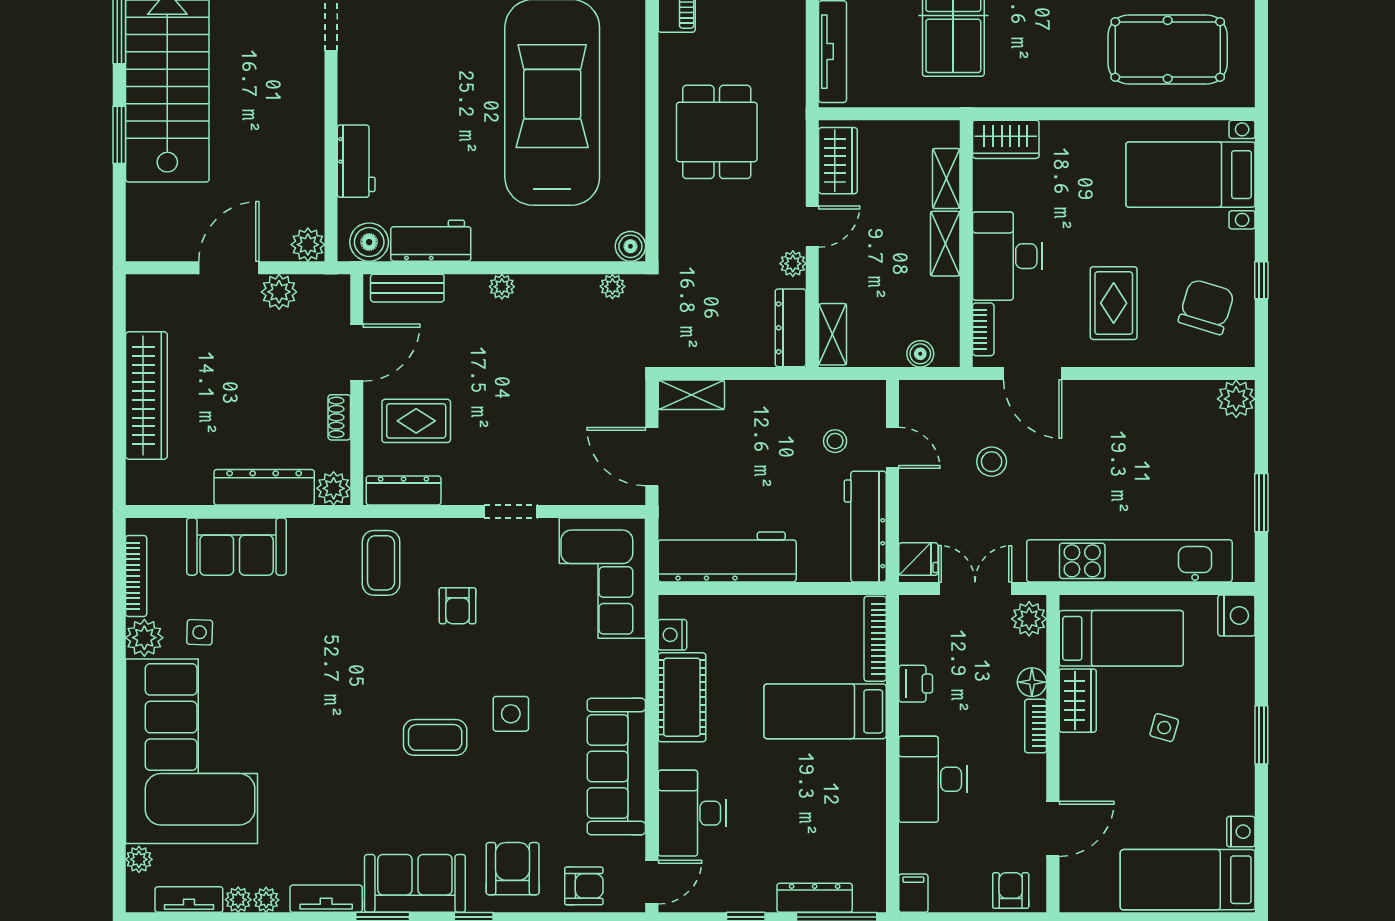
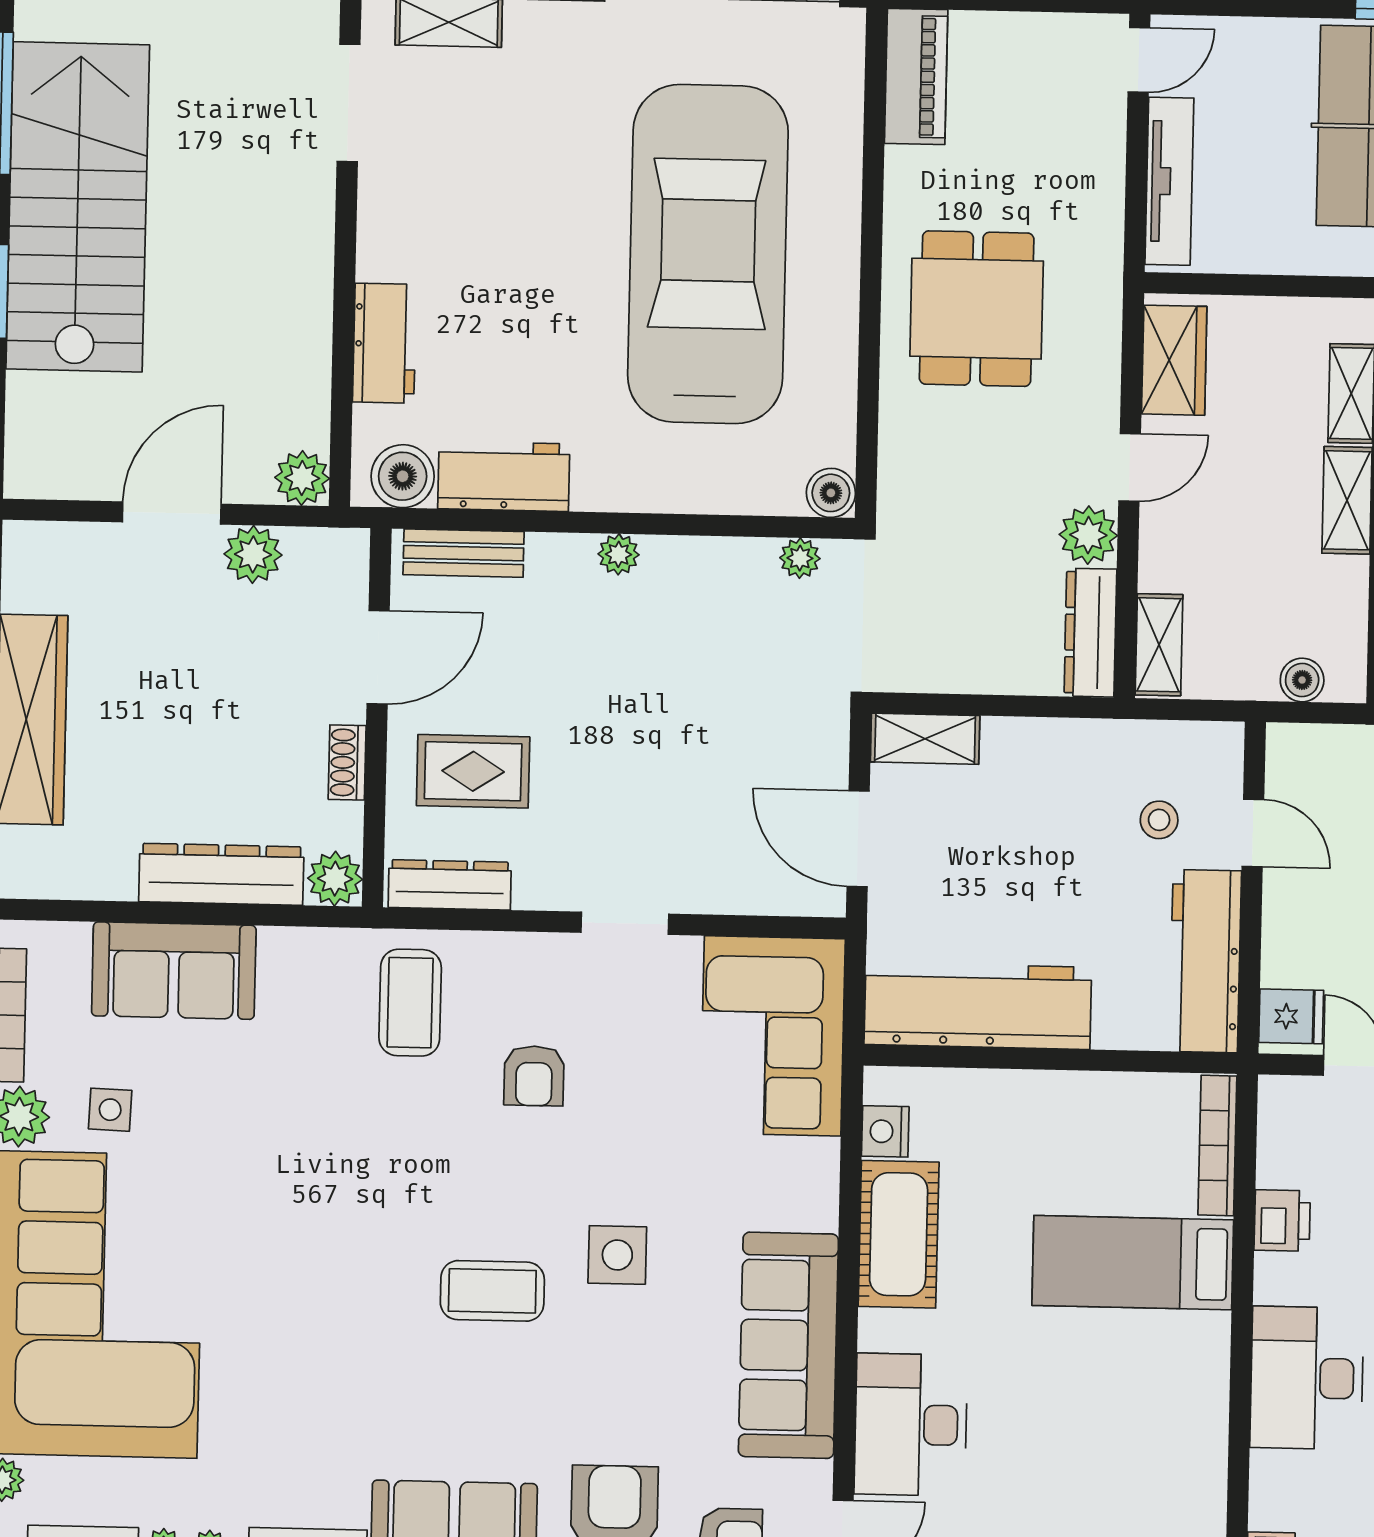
plant: (793, 264) -> (1088, 535), width x1.38, depth x1.38

